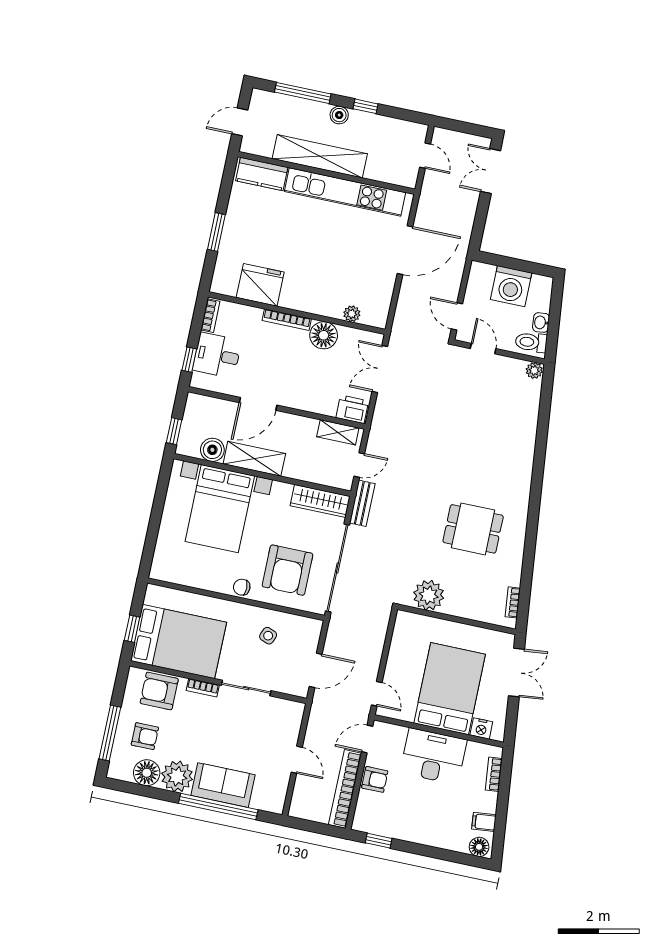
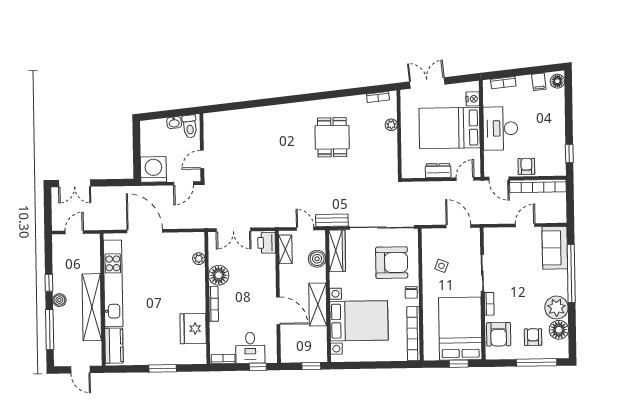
washing machine: (511, 286) -> (153, 169), moved, turned -90
plant: (534, 370) -> (209, 120), removed
boiler: (212, 450) -> (317, 259), moved
bookcase: (186, 578) -> (413, 334), added
plant: (429, 595) -> (391, 125), moved, width x0.53, depth x0.53
dresser: (396, 660) -> (438, 171), added
sofa: (223, 785) -> (555, 248), moved

